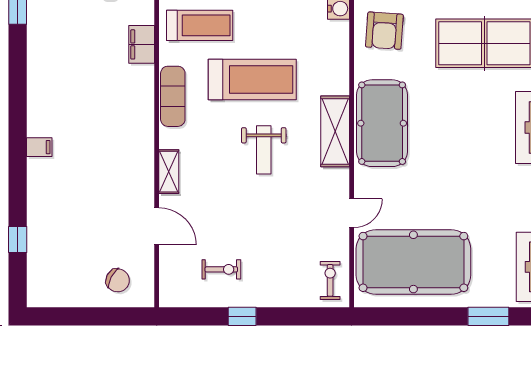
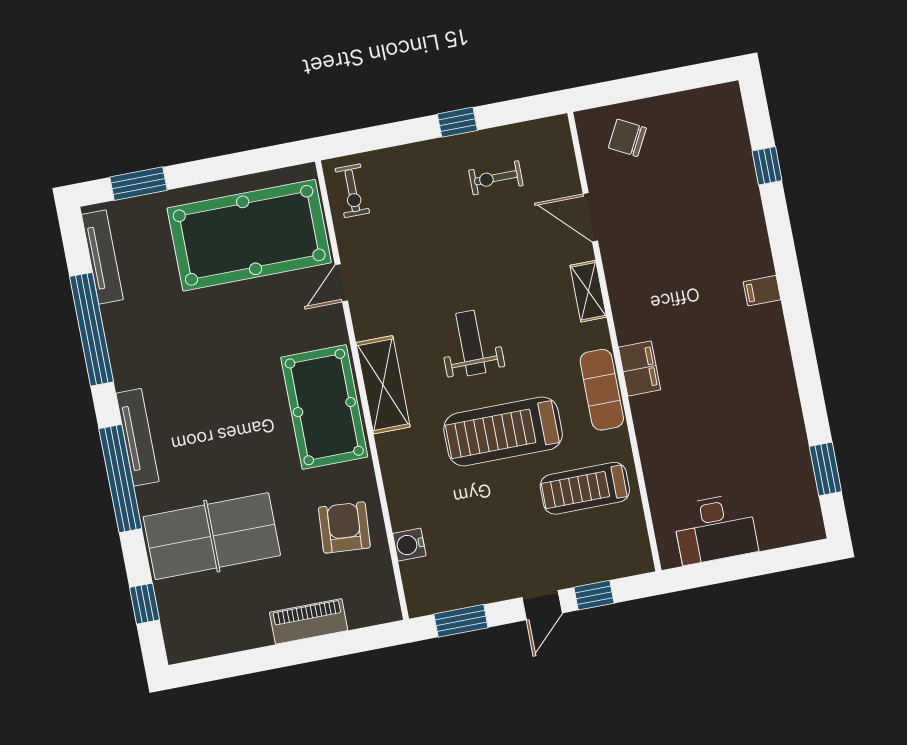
filing cabinet: (142, 44) -> (640, 368), moved

